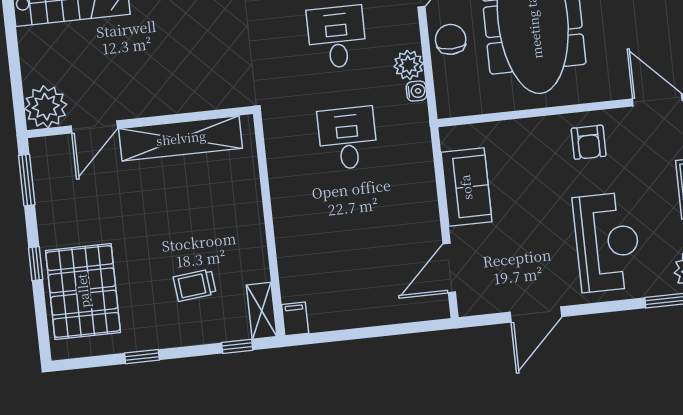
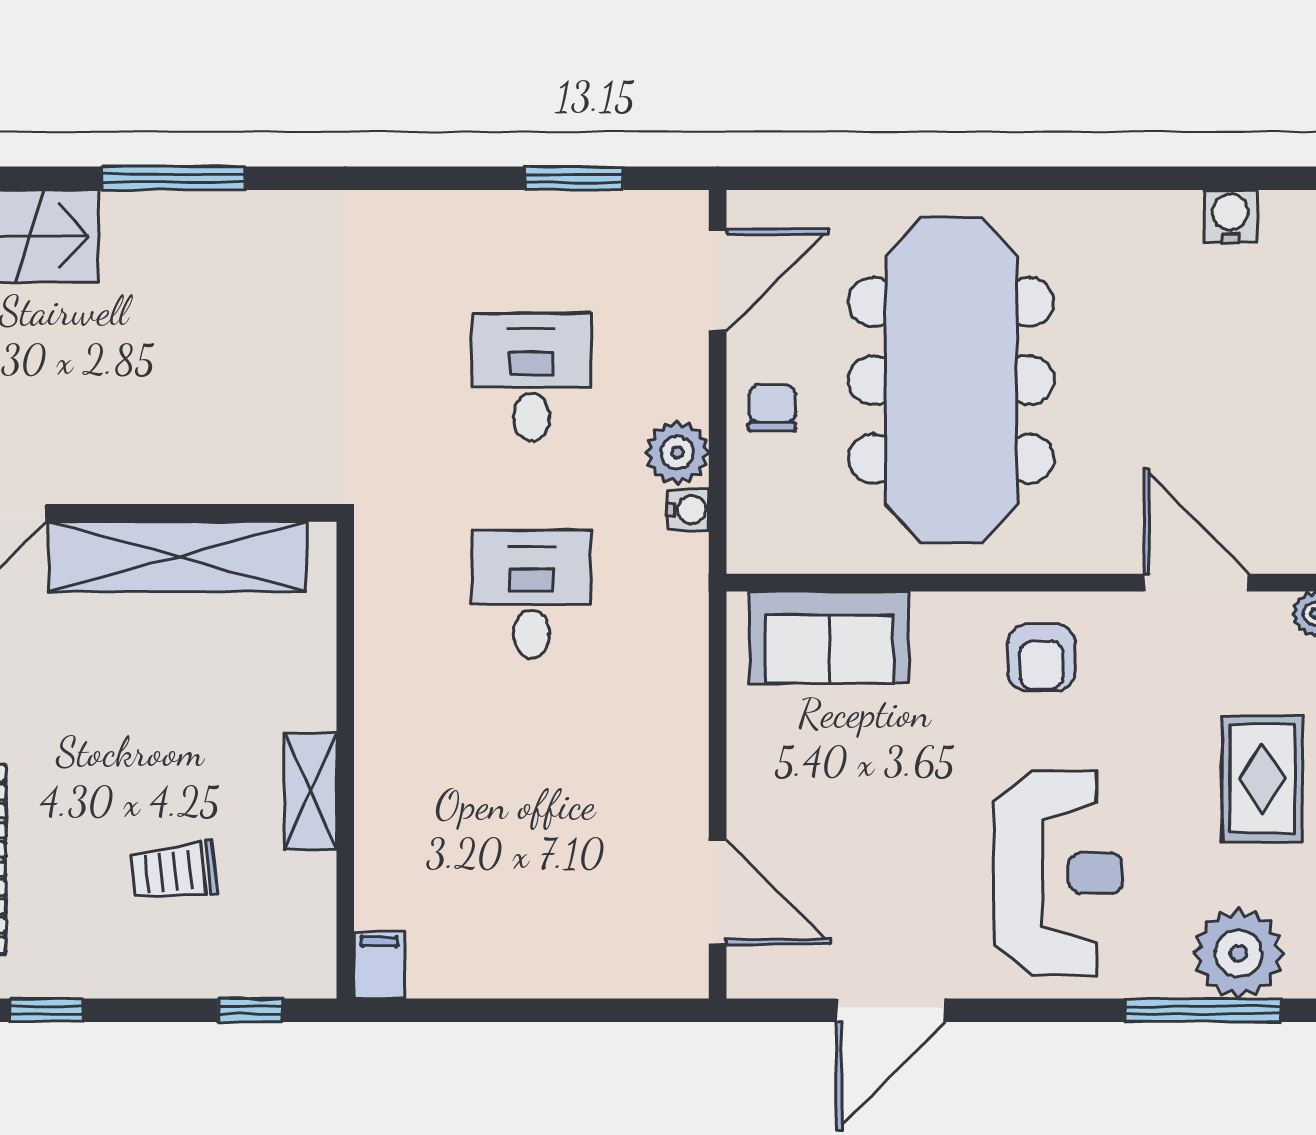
chair: (451, 39) -> (772, 408), width x0.73, depth x0.73
sofa: (466, 187) -> (829, 637), moved, turned 90
door: (449, 268) -> (718, 892), swing flipped
shelving: (262, 311) -> (310, 791), moved

